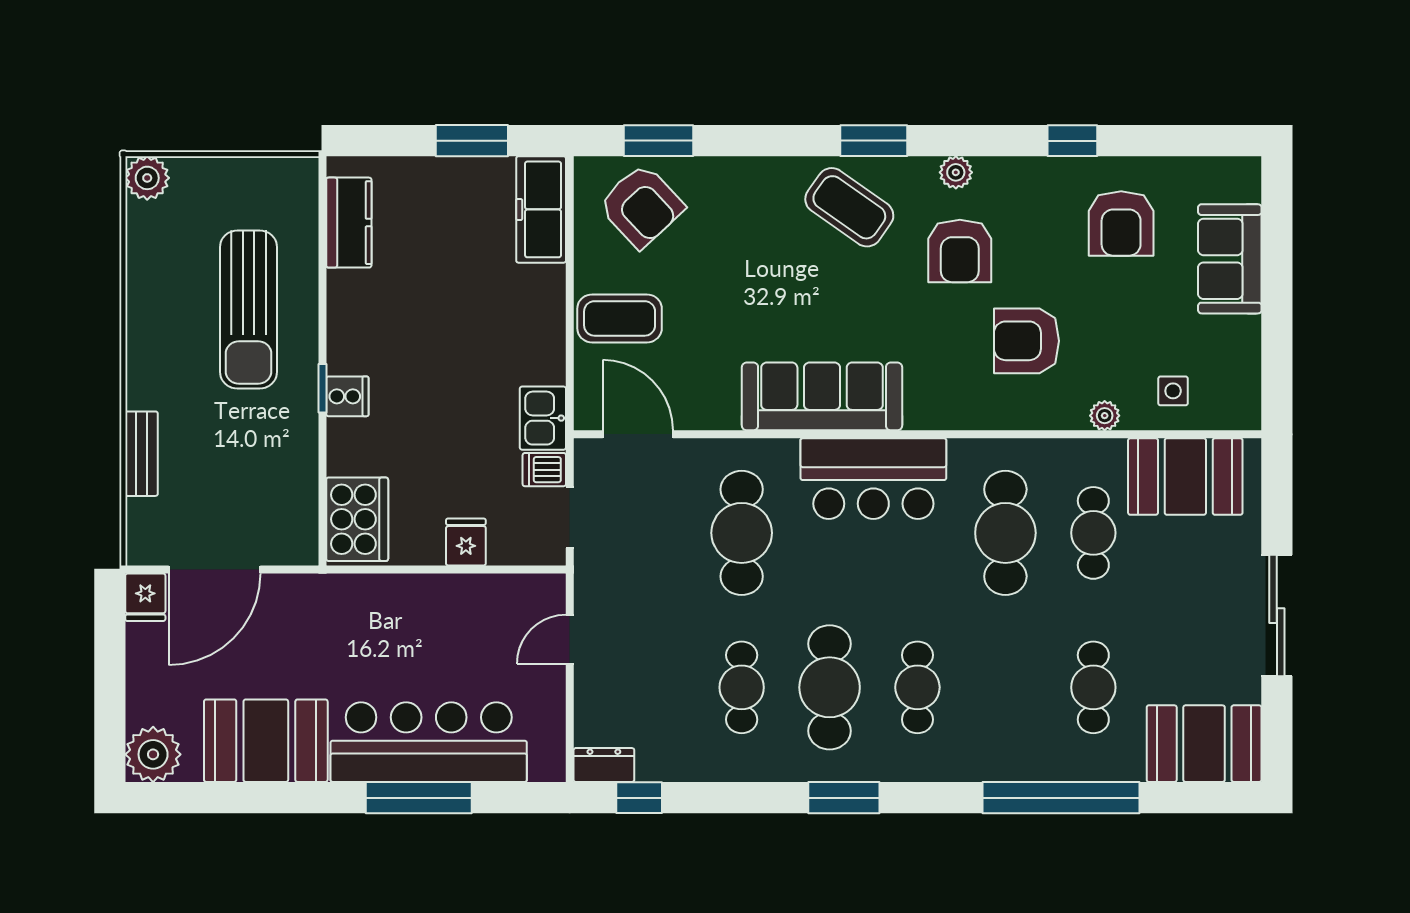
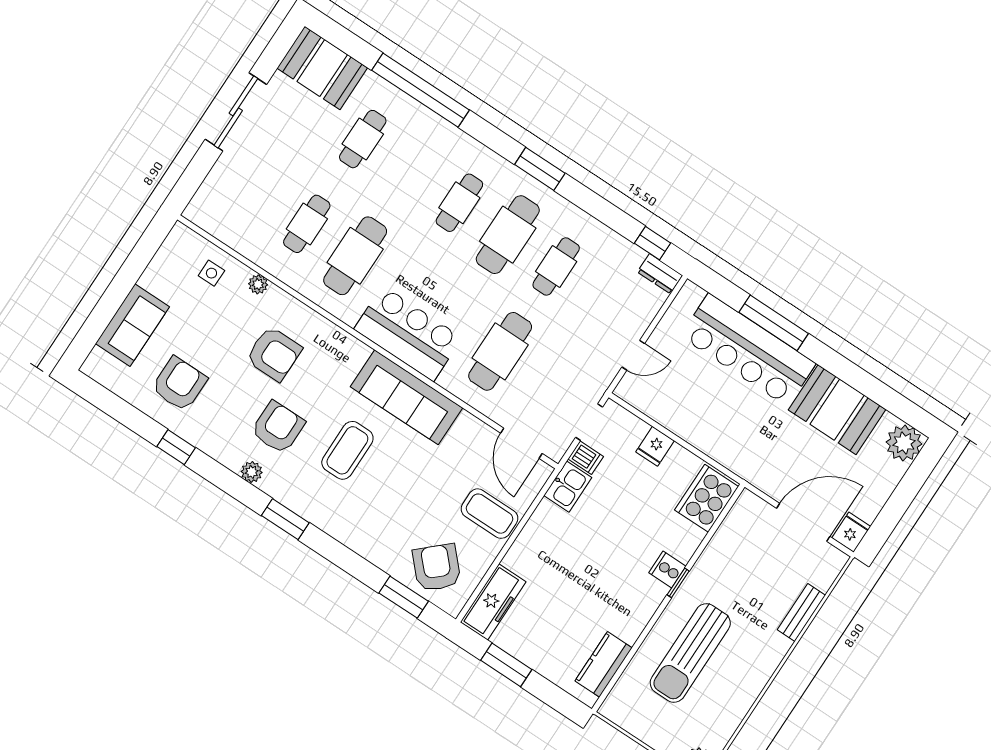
coffee table: (849, 207) -> (347, 450), moved, turned 55
sun lounger: (249, 310) -> (690, 653), turned 180
booth: (1185, 477) -> (236, 222), removed

